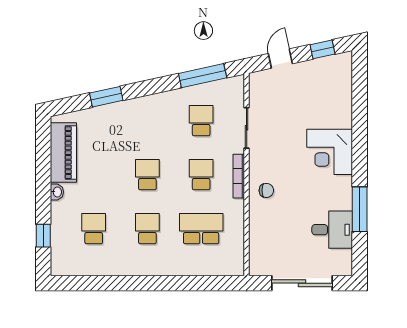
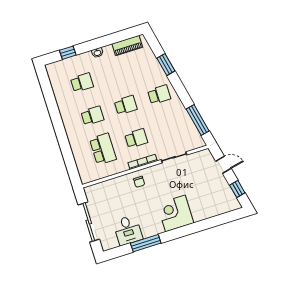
school desk: (201, 121) -> (159, 95), moved
piano: (63, 153) -> (127, 45), width x0.73, depth x0.75

